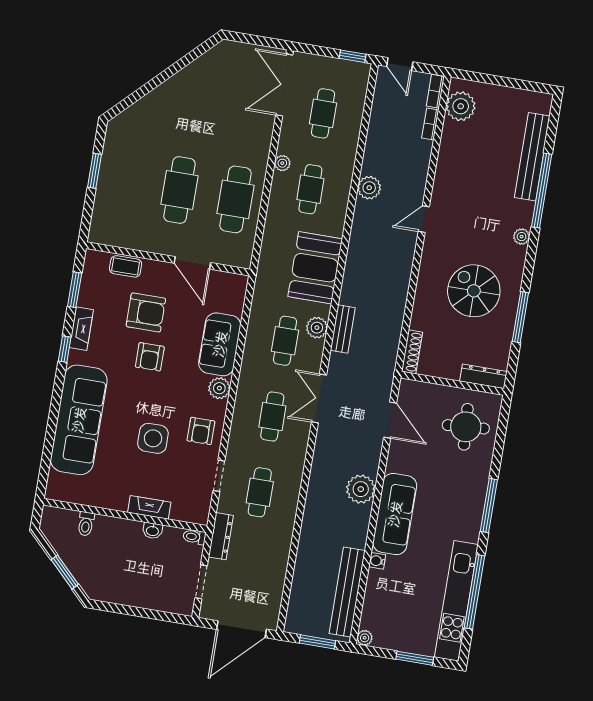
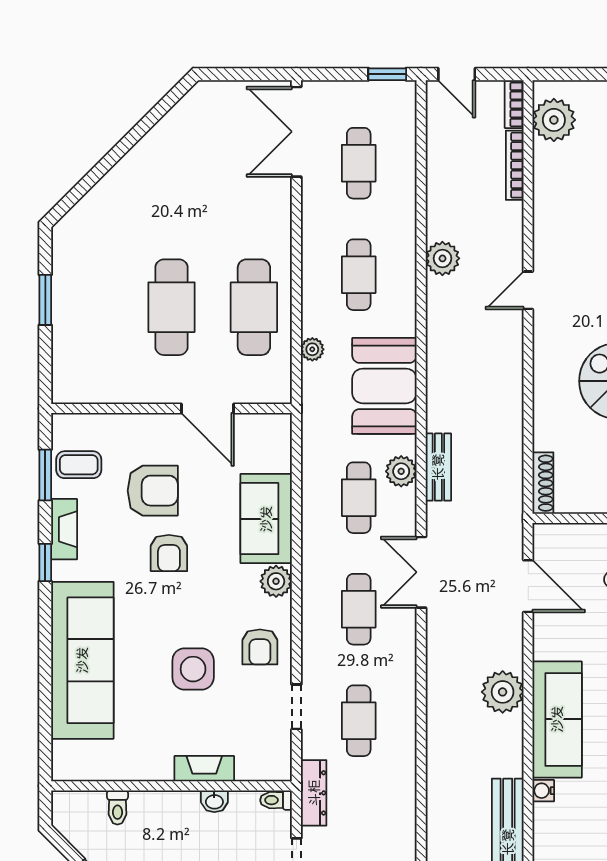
bookcase: (430, 124) -> (515, 165), width x1.56
plant: (282, 163) -> (312, 349), moved
coffee table: (126, 266) -> (79, 465), moved

